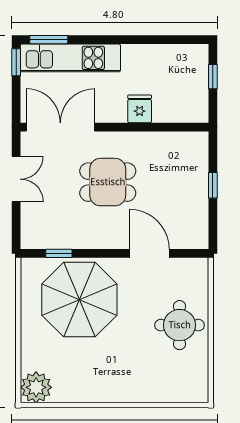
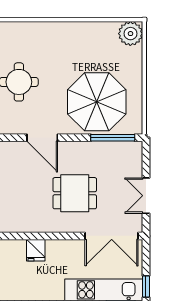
fridge: (140, 109) -> (36, 250), moved
window: (59, 253) -> (113, 138), width x2.17

